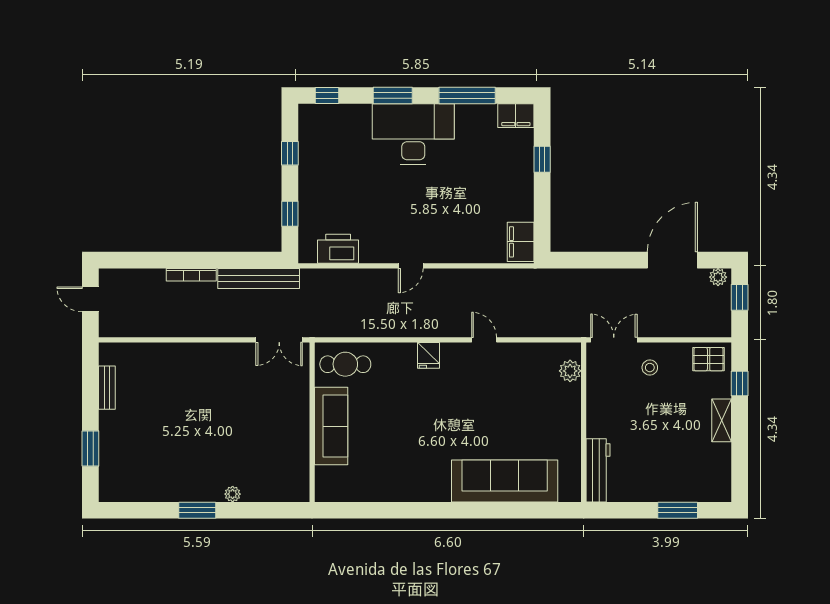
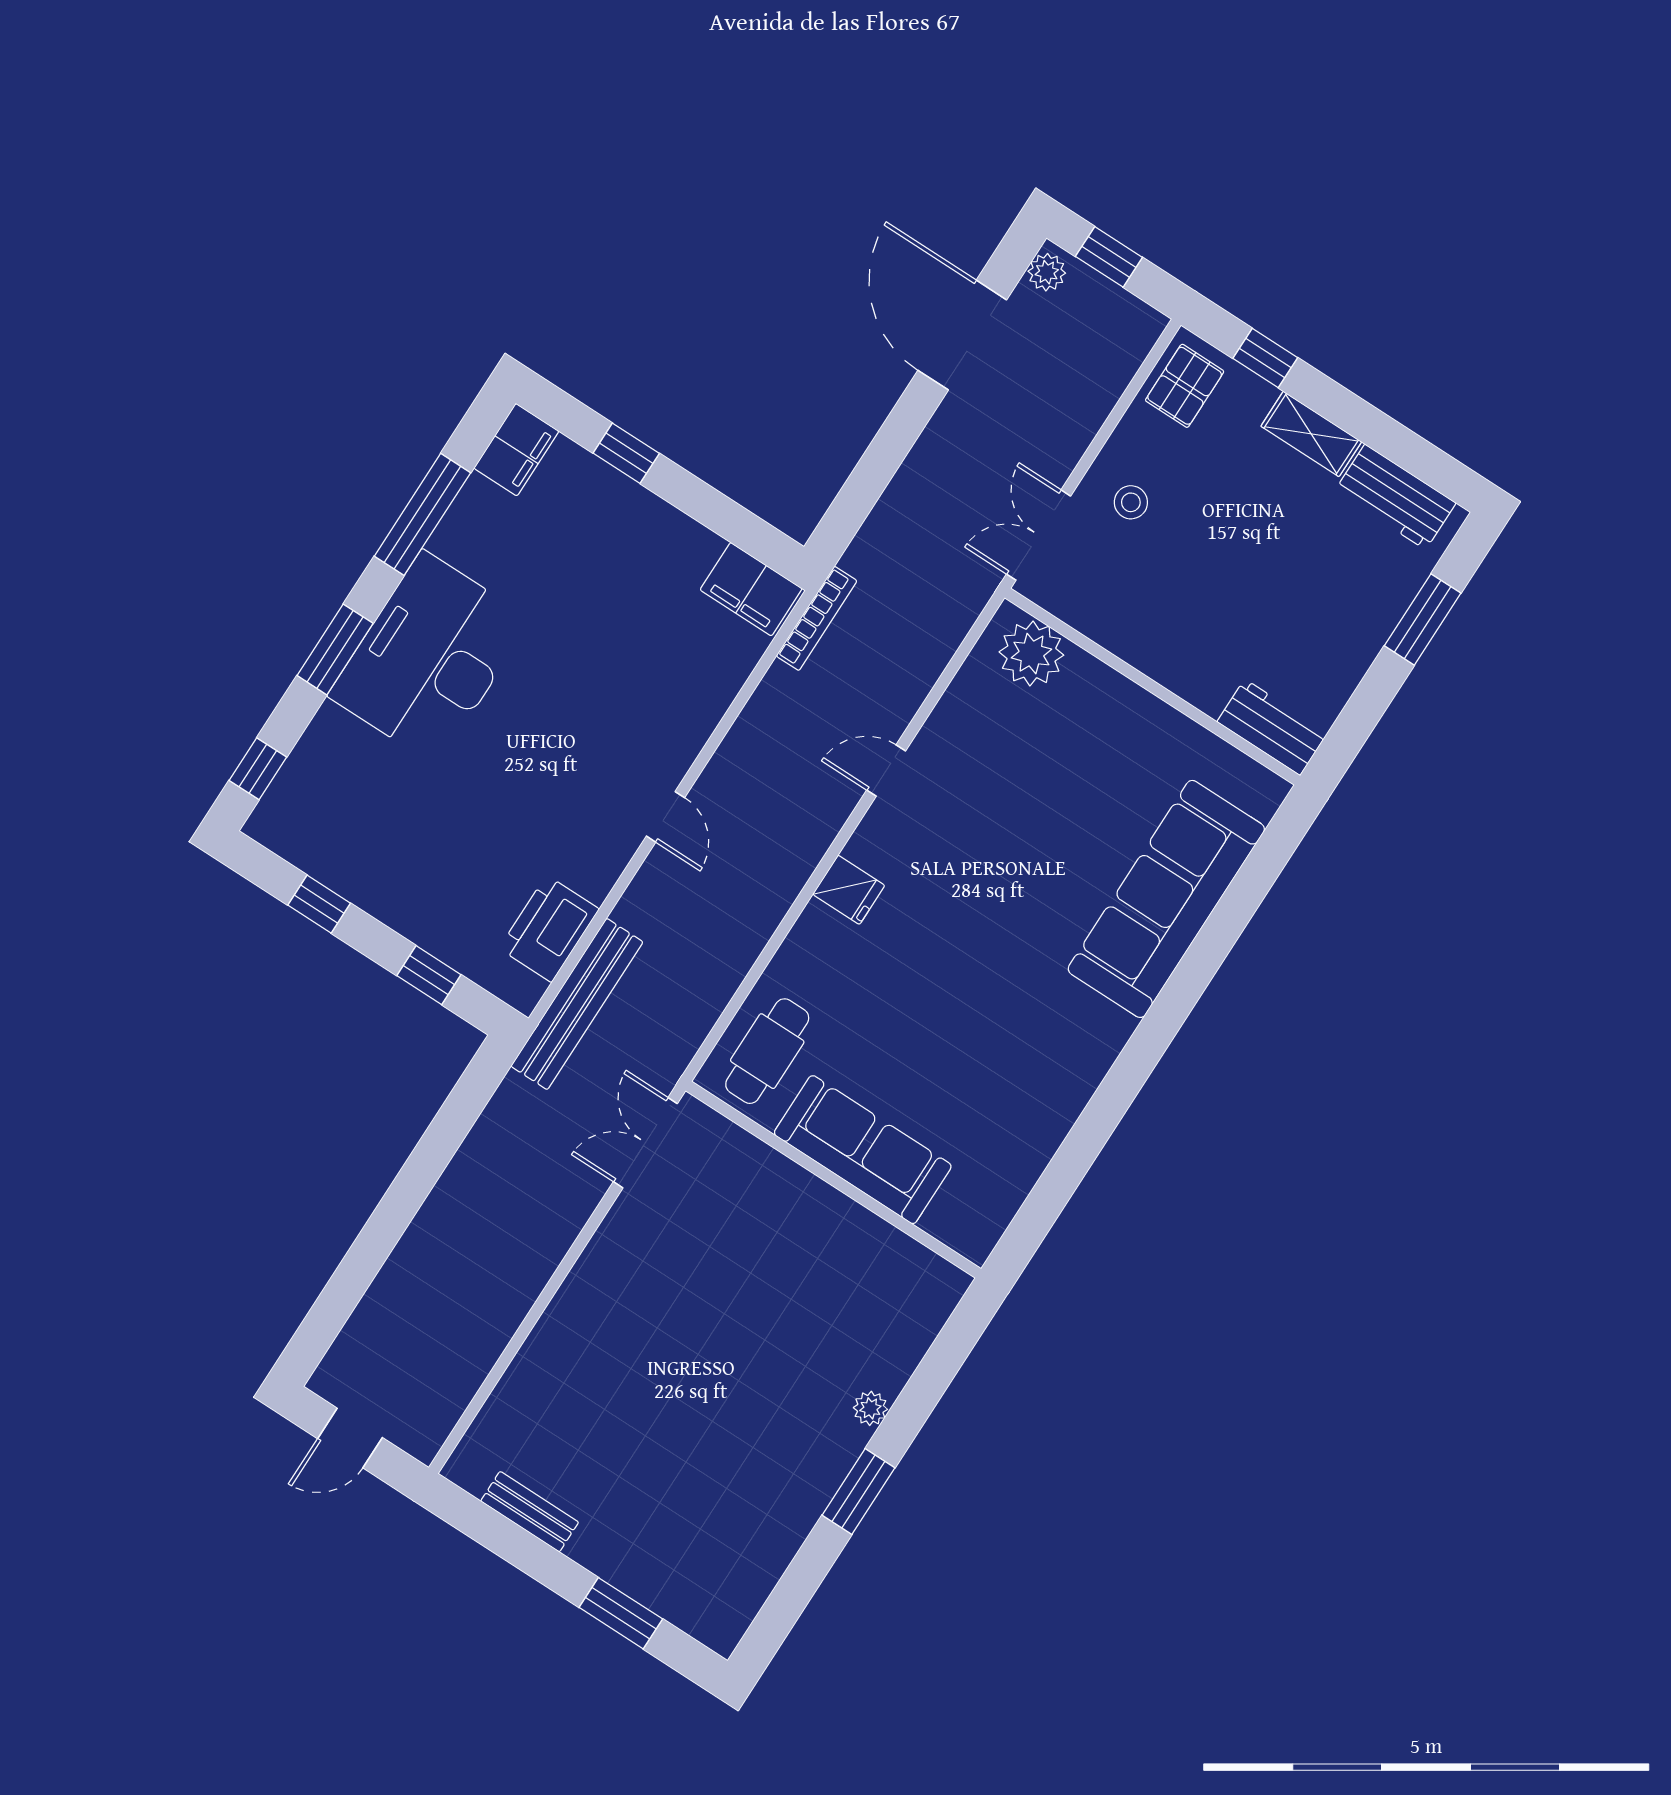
bookcase: (191, 275) -> (817, 618), moved
bench: (259, 278) -> (577, 1004), moved
double door: (279, 340) -> (645, 1143), swing flipped
plant: (570, 371) -> (1031, 654), width x1.36, depth x1.36
workbench: (718, 469) -> (1395, 497), added
workbench: (598, 470) -> (1272, 727), width x0.73

